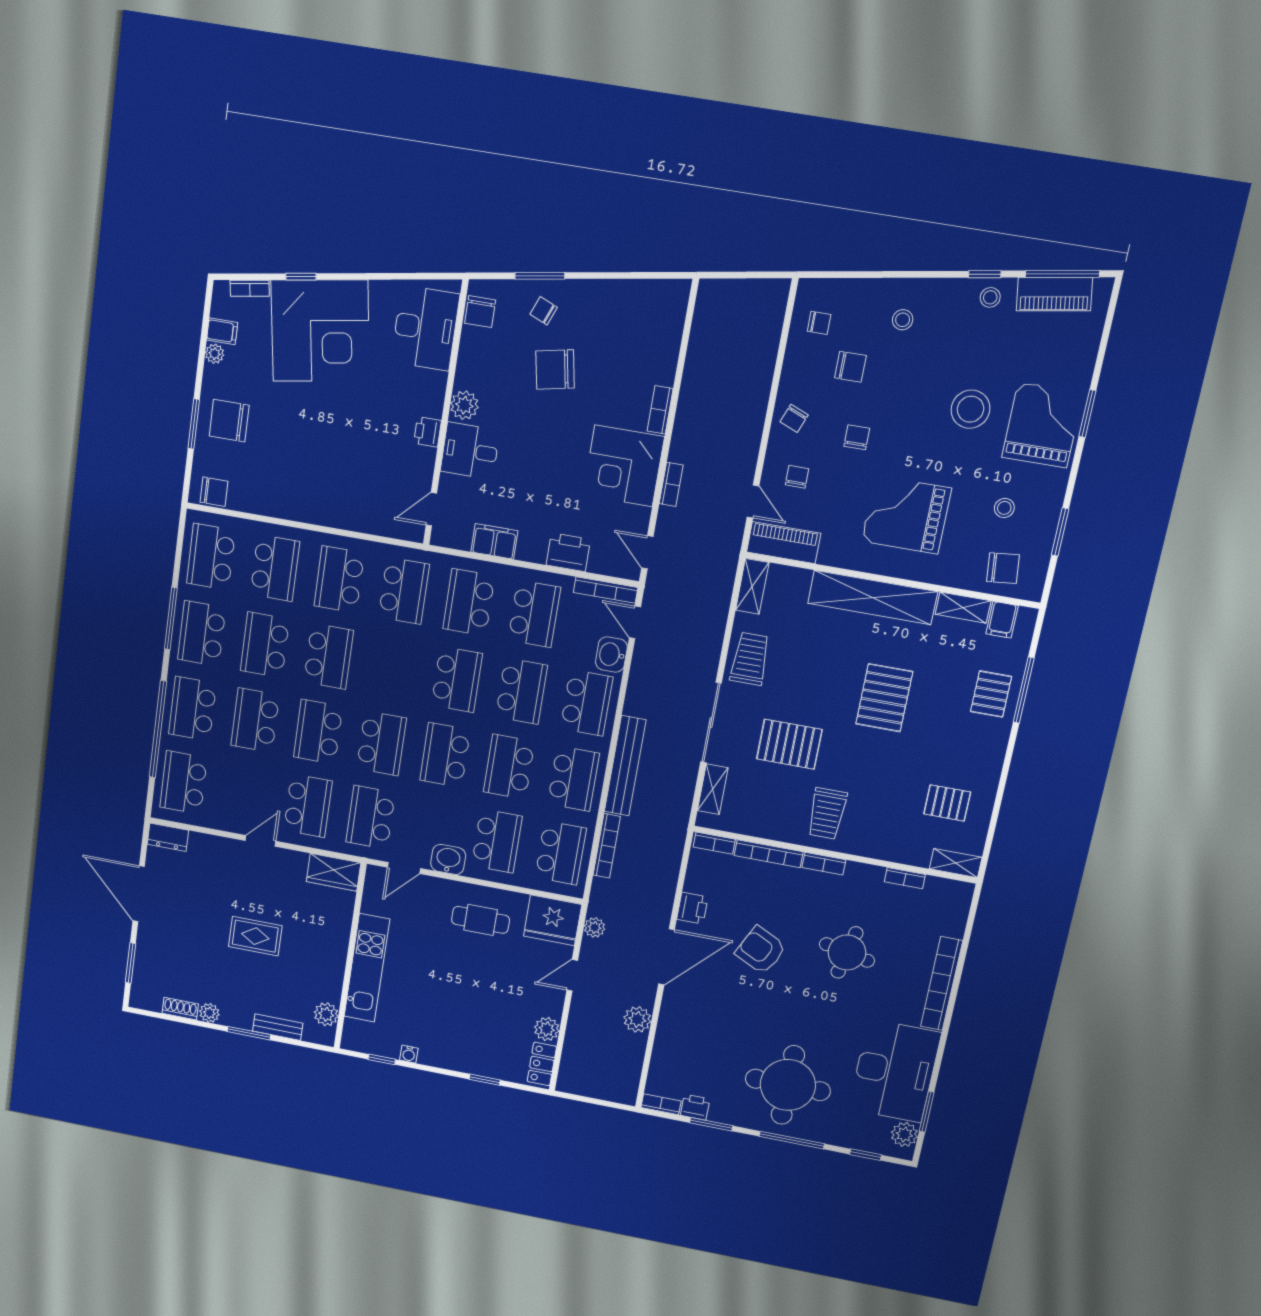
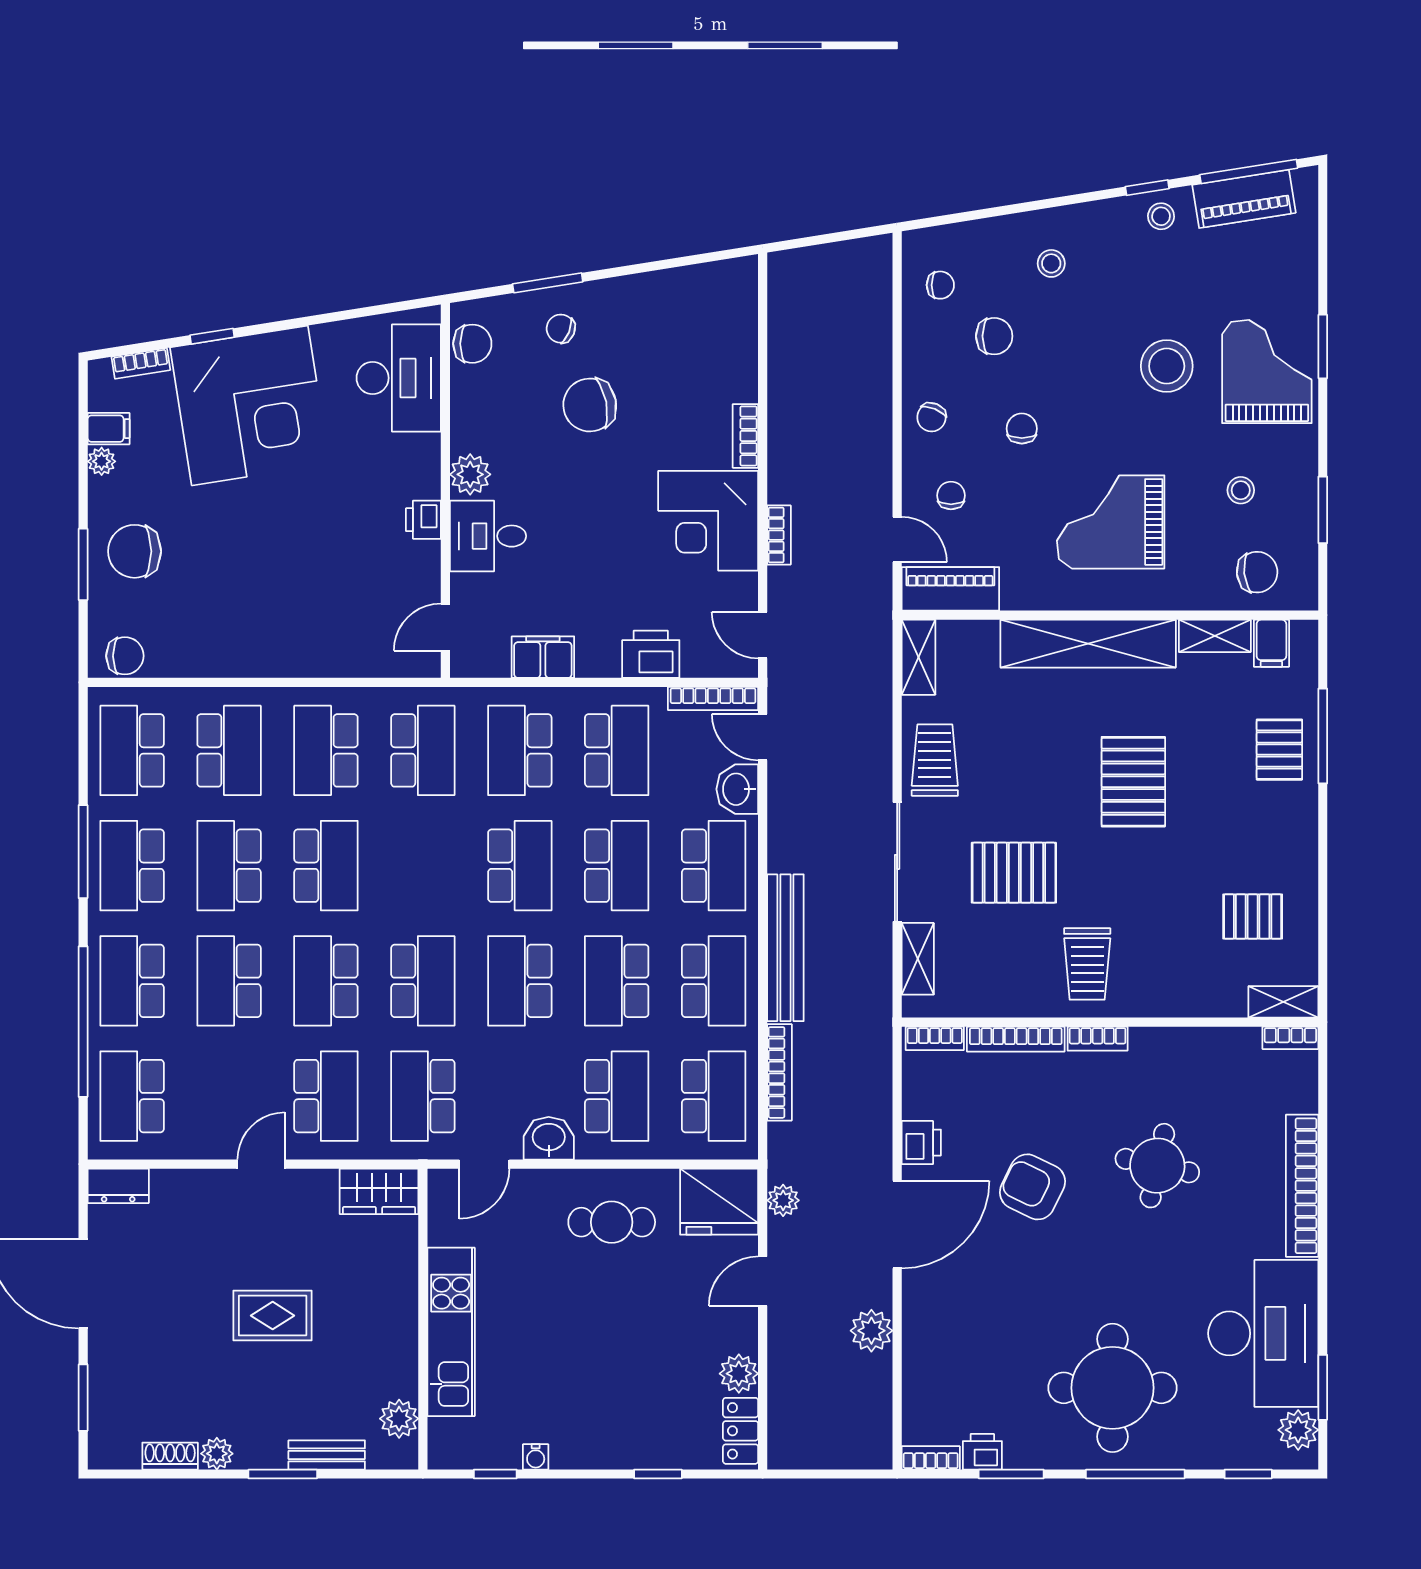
chair: (480, 312) -> (472, 344), turned -90
bookcase: (905, 878) -> (1290, 1038), moved

